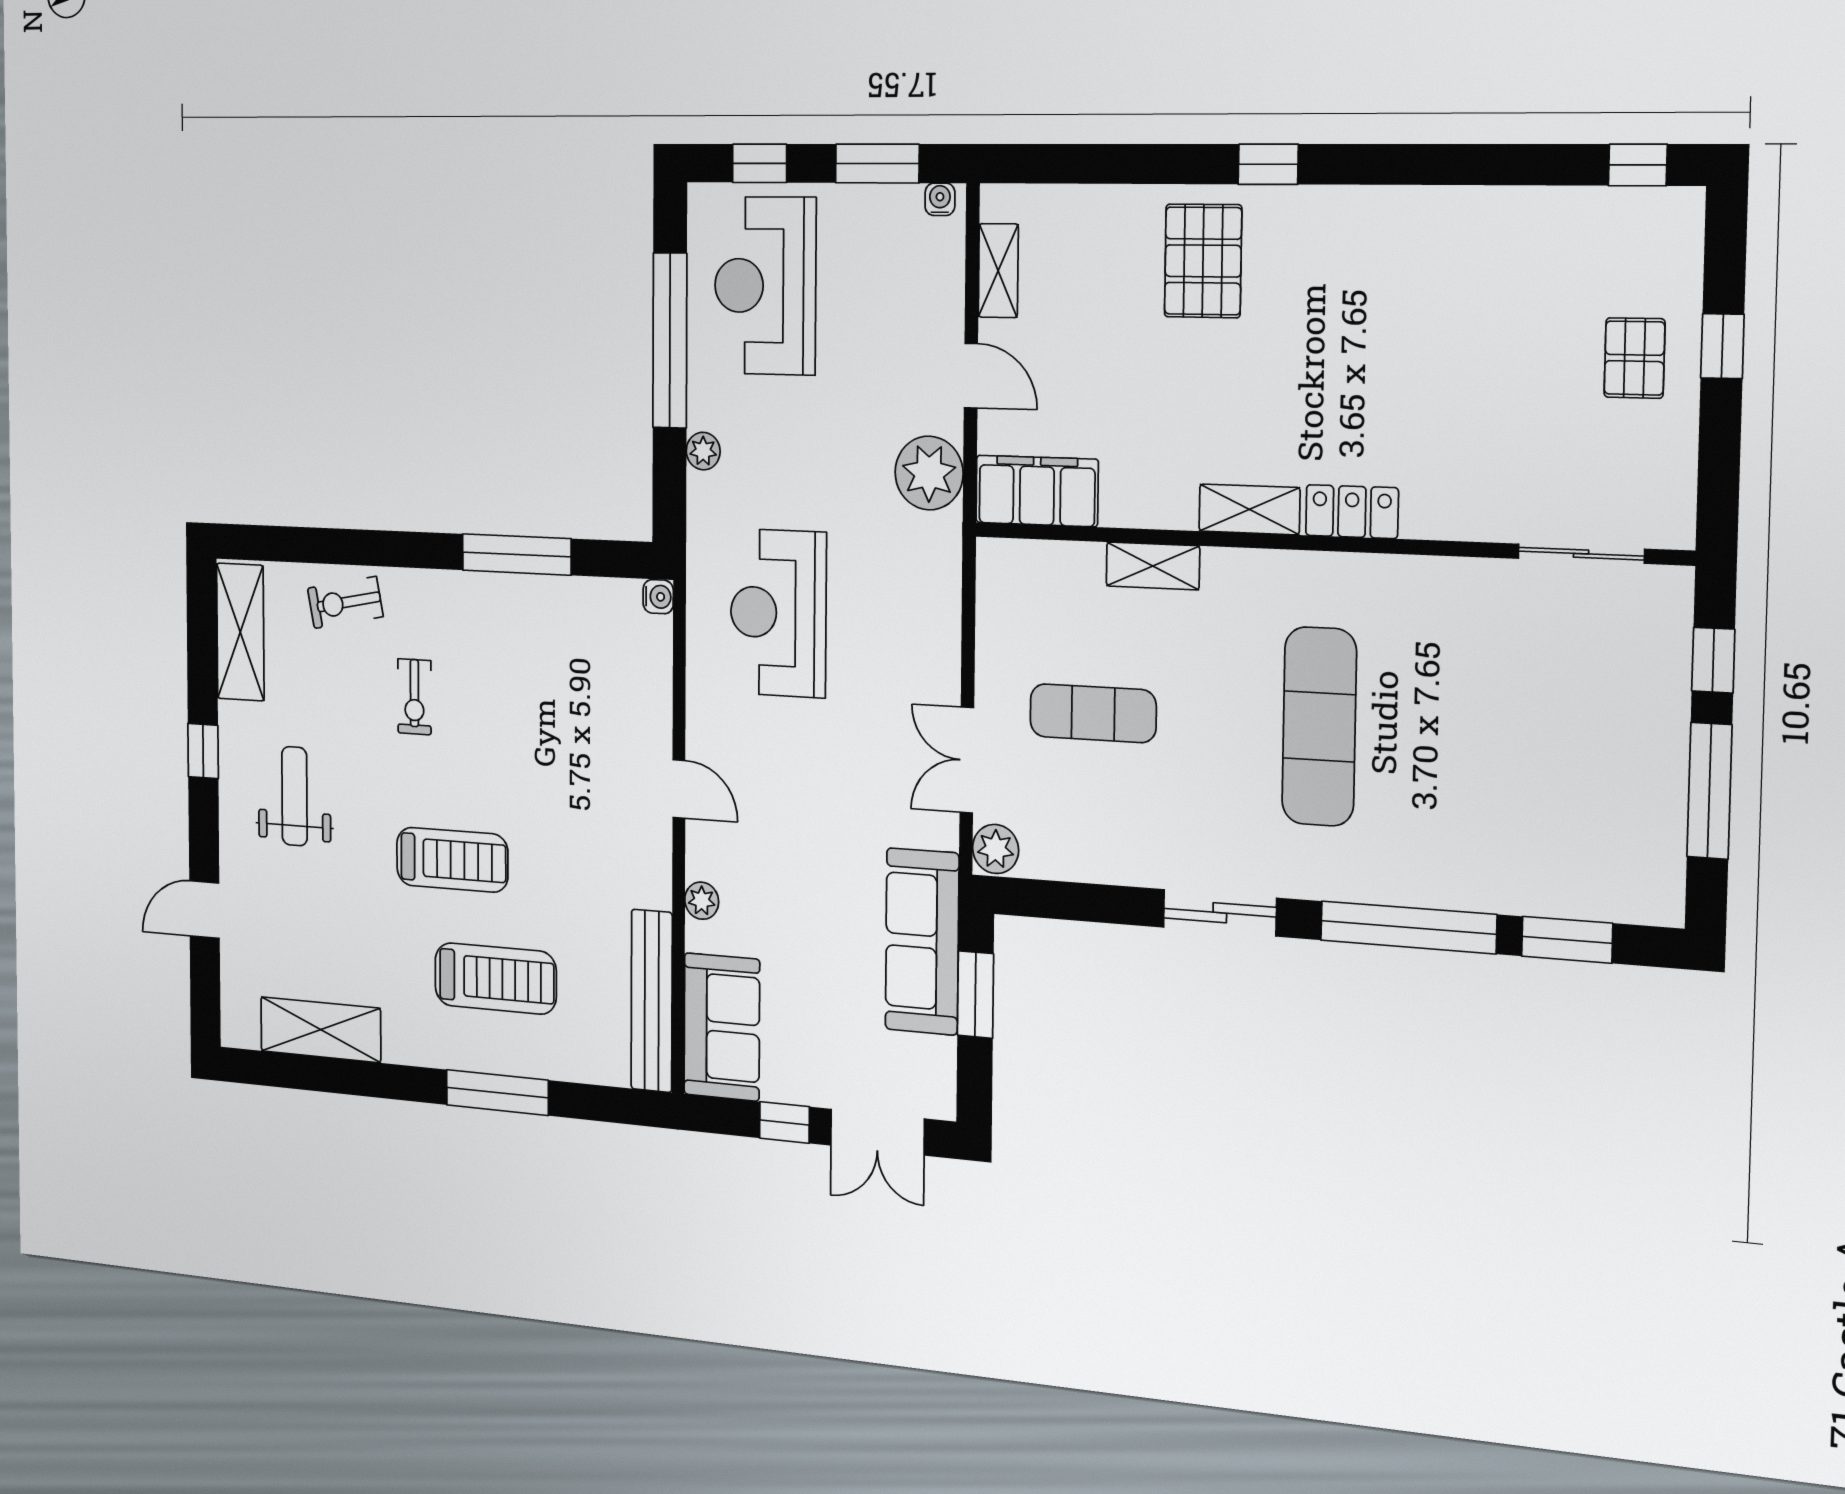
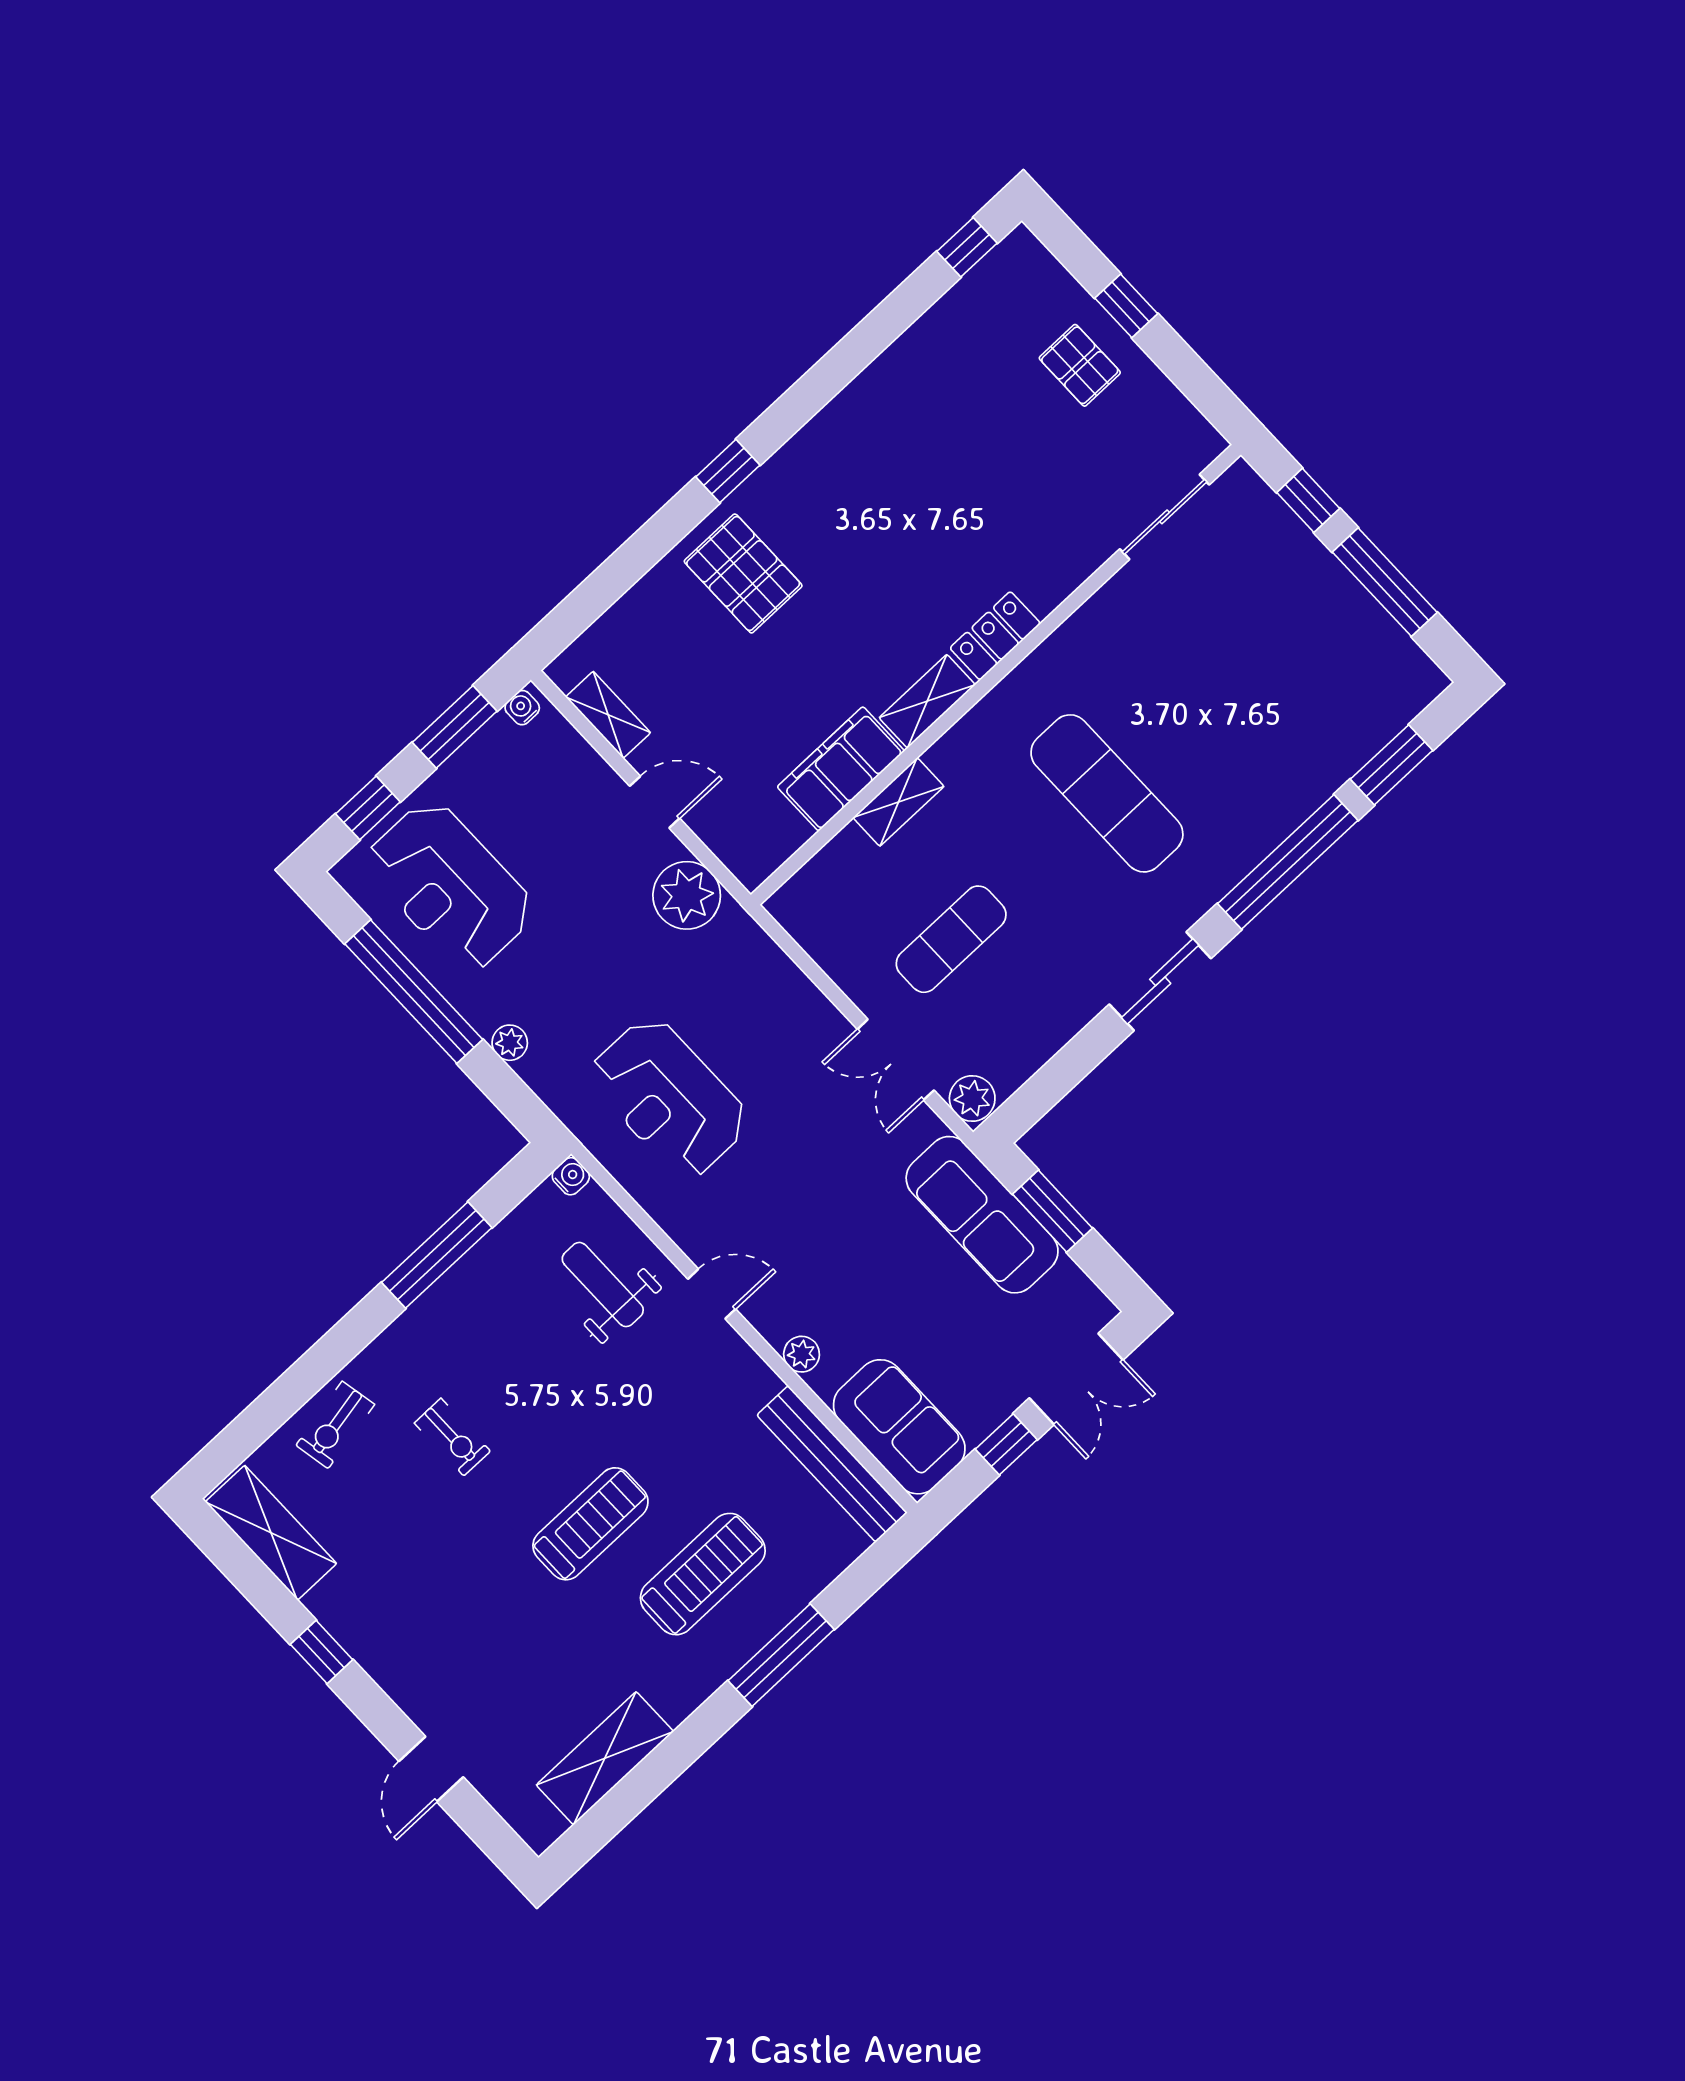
filing cabinet: (1037, 491) -> (841, 769), moved
weight bench: (294, 796) -> (603, 1285), moved

